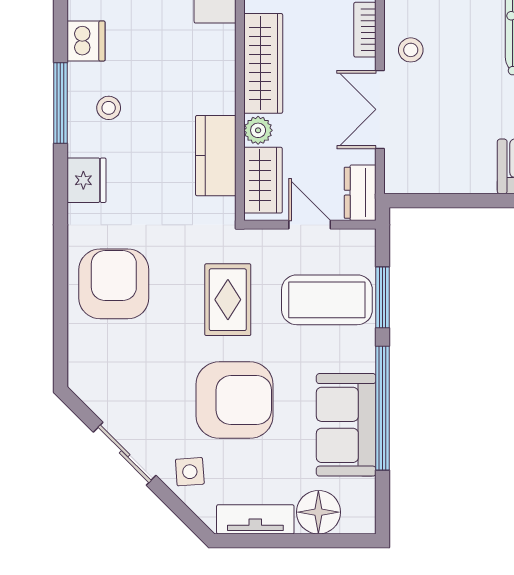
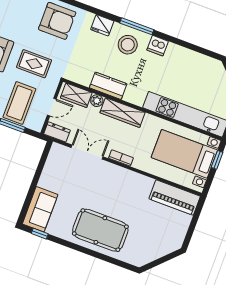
stool: (411, 50) -> (106, 173), removed
stool: (109, 108) -> (128, 45), width x1.89, depth x1.89
kitchen counter: (216, 156) -> (108, 86), moved

